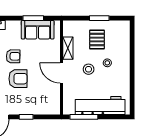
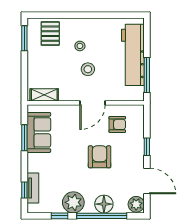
window: (99, 18) -> (24, 38), moved
pallet: (97, 39) -> (50, 34), moved, turned 90
shelving: (68, 48) -> (44, 95), moved
armchair: (13, 56) -> (117, 124), moved, turned 89

